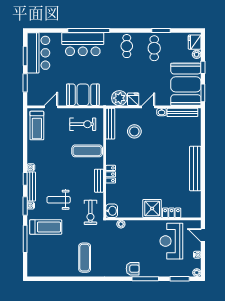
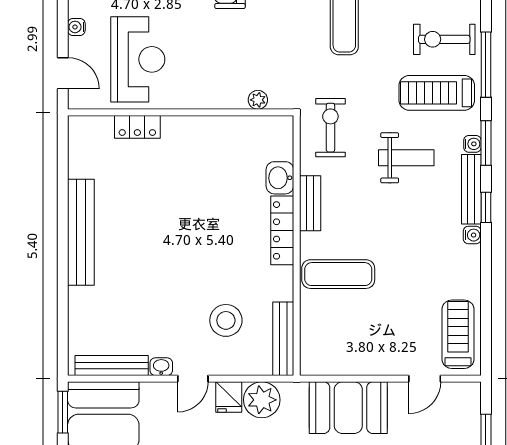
exercise bike: (83, 124) -> (444, 39), moved
locker: (111, 174) -> (282, 230), width x1.53
shower: (152, 208) -> (184, 137), removed
washbasin: (112, 211) -> (280, 178), moved

